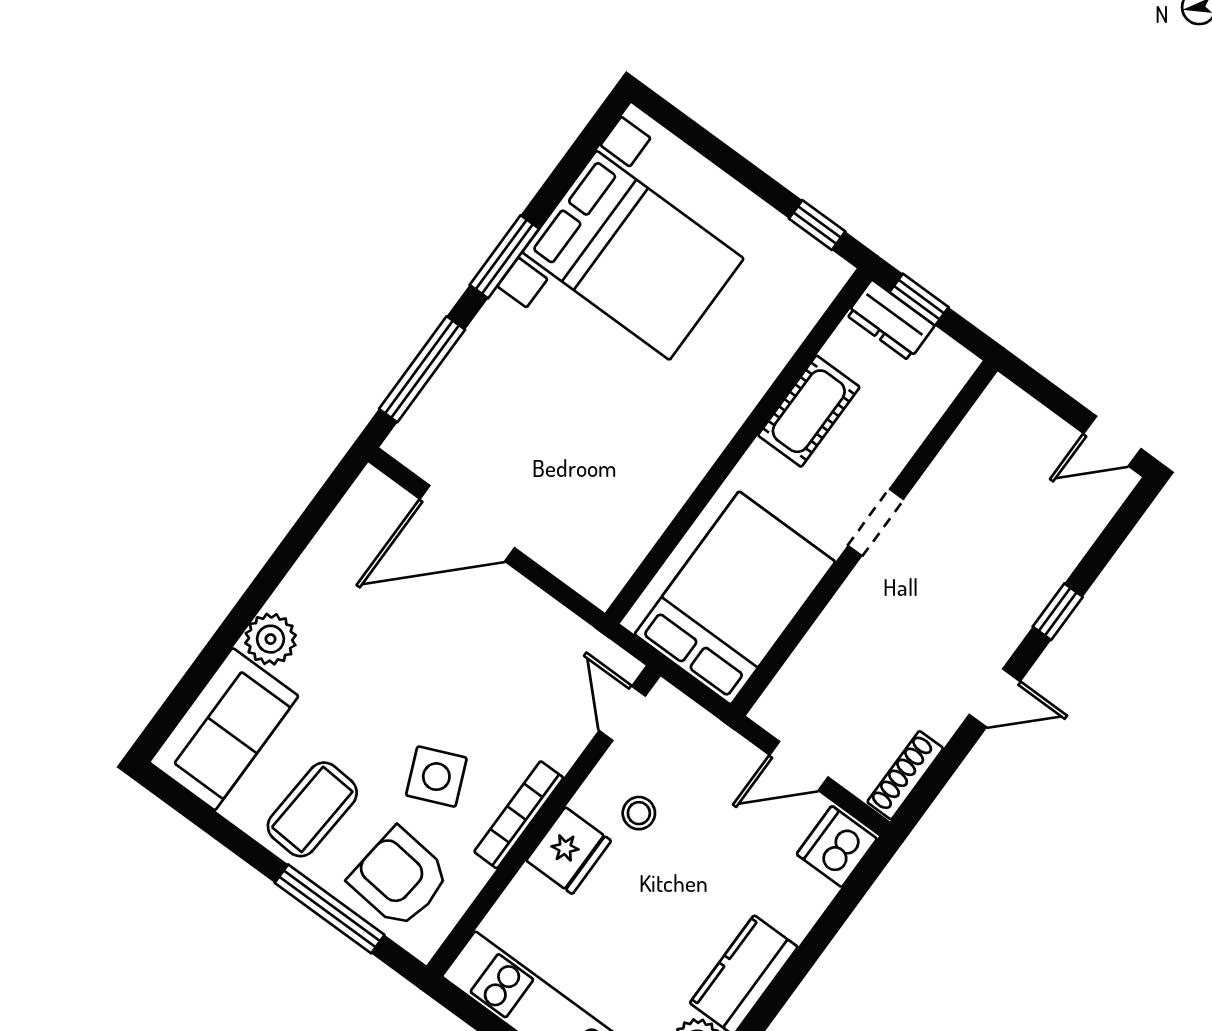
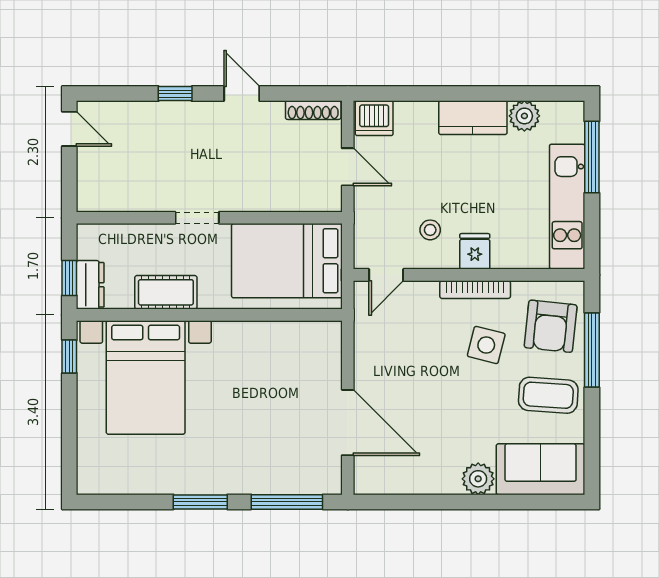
bed with nightstands: (633, 255) -> (146, 377), moved, turned 180
side table: (436, 777) -> (486, 345), turned 37
fridge: (569, 851) -> (475, 251), width x0.72

